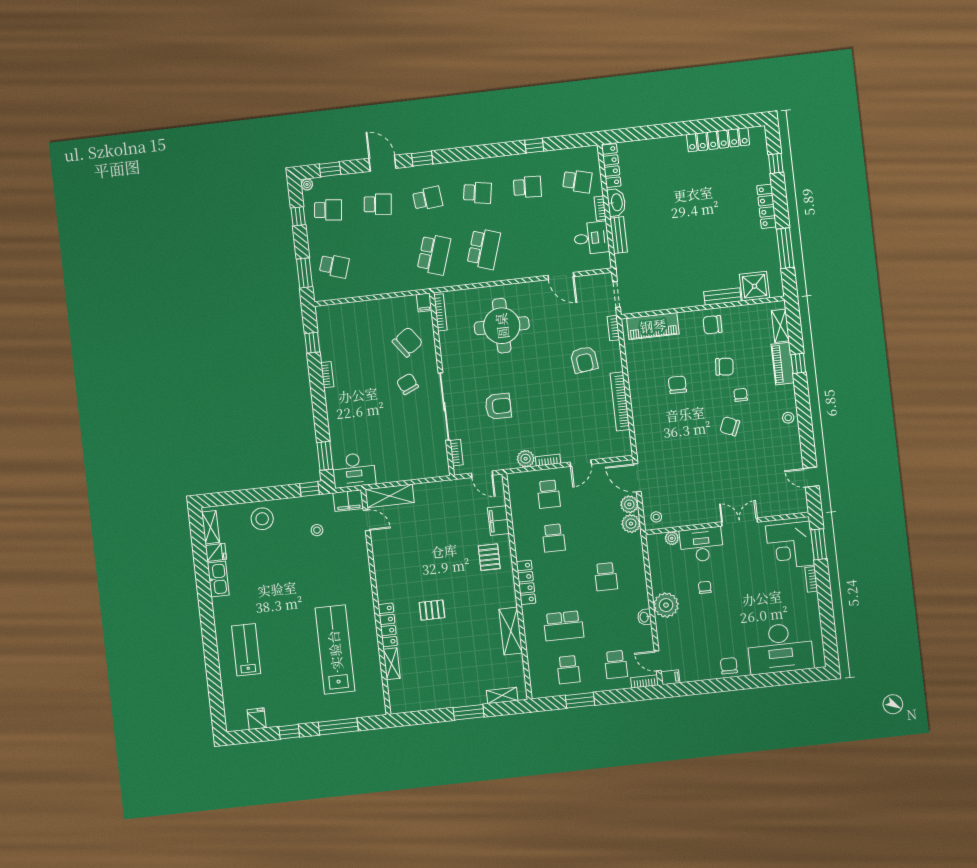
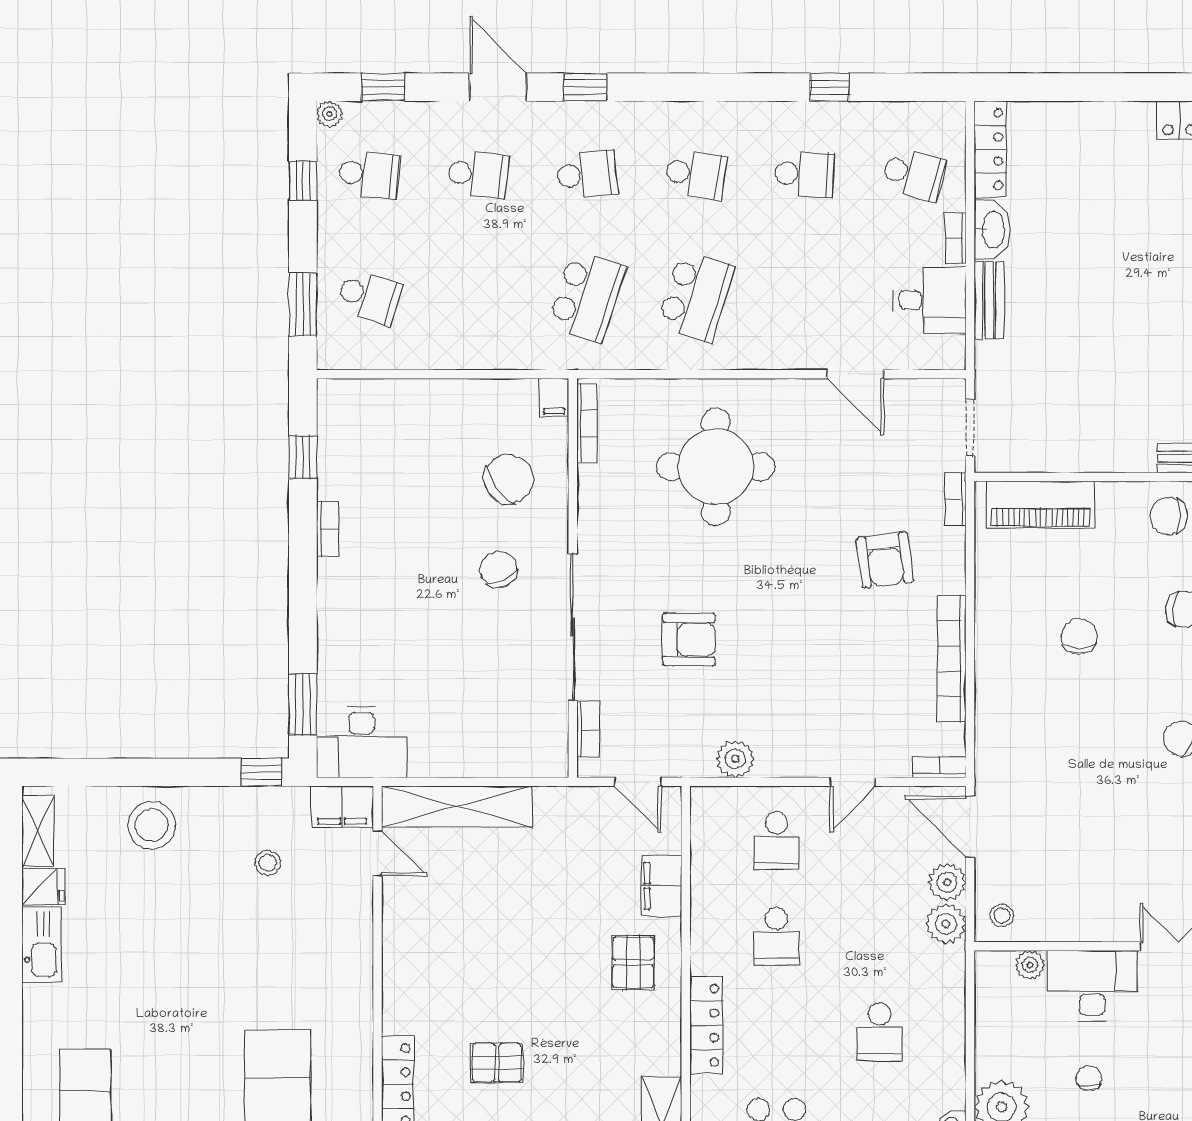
bookcase: (548, 460) -> (940, 767), moved
shelving: (390, 496) -> (457, 807), width x1.47

